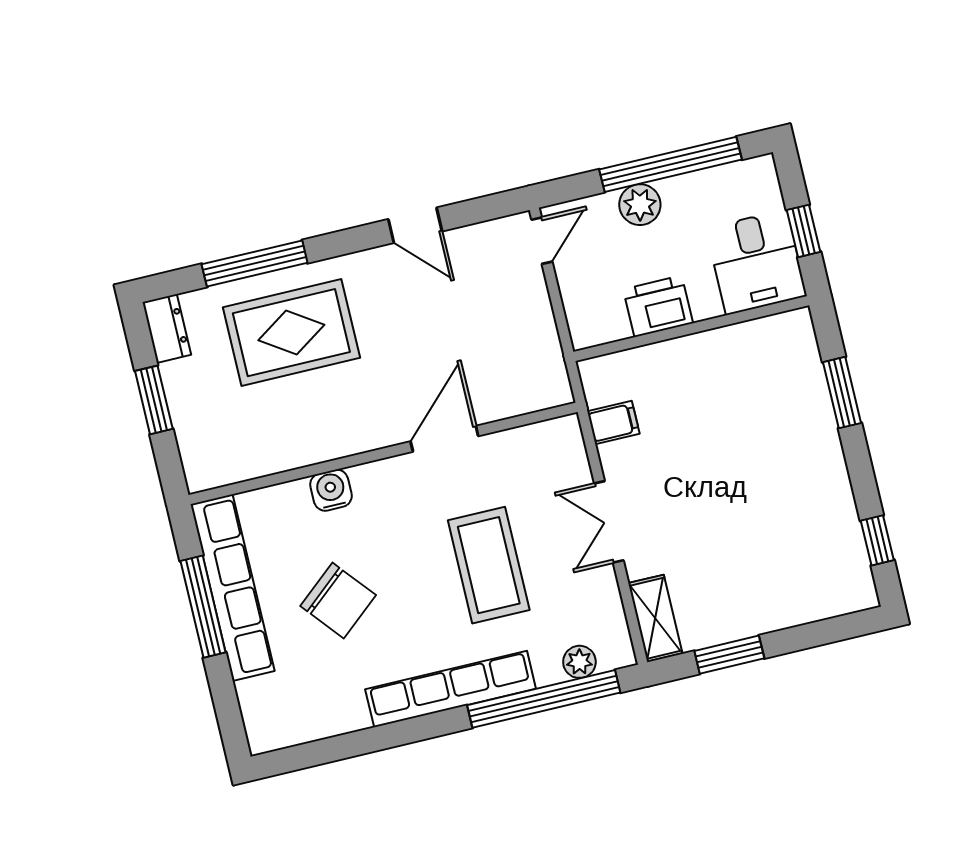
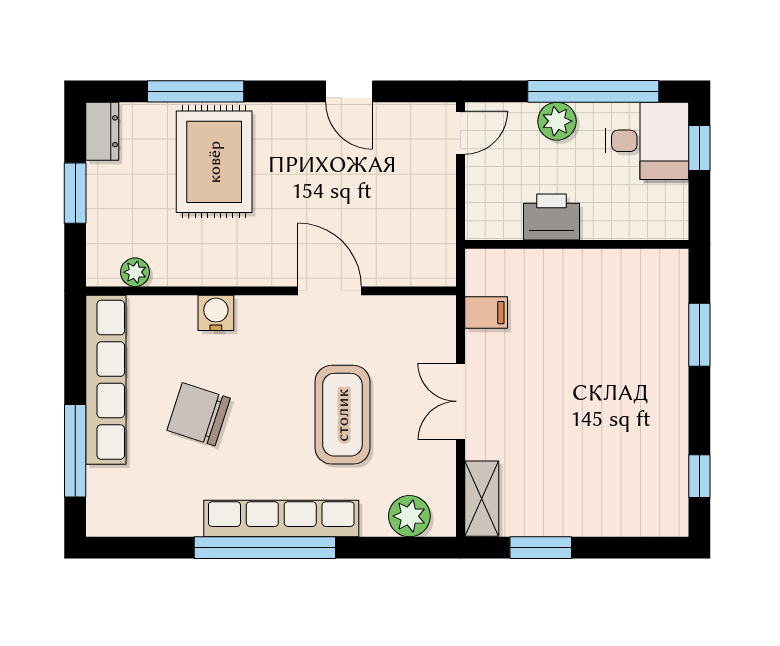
window: (804, 231) -> (699, 148), moved
desk: (756, 262) -> (647, 141), moved, turned -90
rug: (291, 333) -> (214, 162), turned 90
door: (444, 439) -> (330, 291), hinge flipped
plant: (236, 468) -> (135, 272), added
chair: (338, 600) -> (199, 414), turned 148
window: (203, 607) -> (75, 451), moved
plant: (579, 662) -> (409, 516), width x1.38, depth x1.38
window: (544, 699) -> (265, 548), moved

